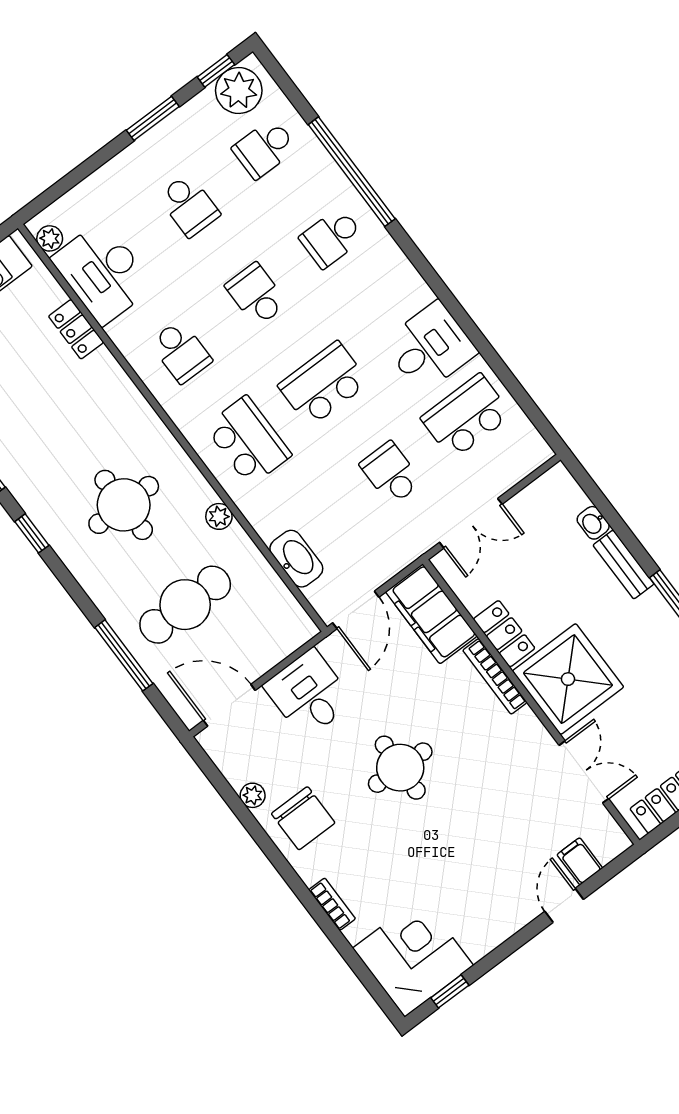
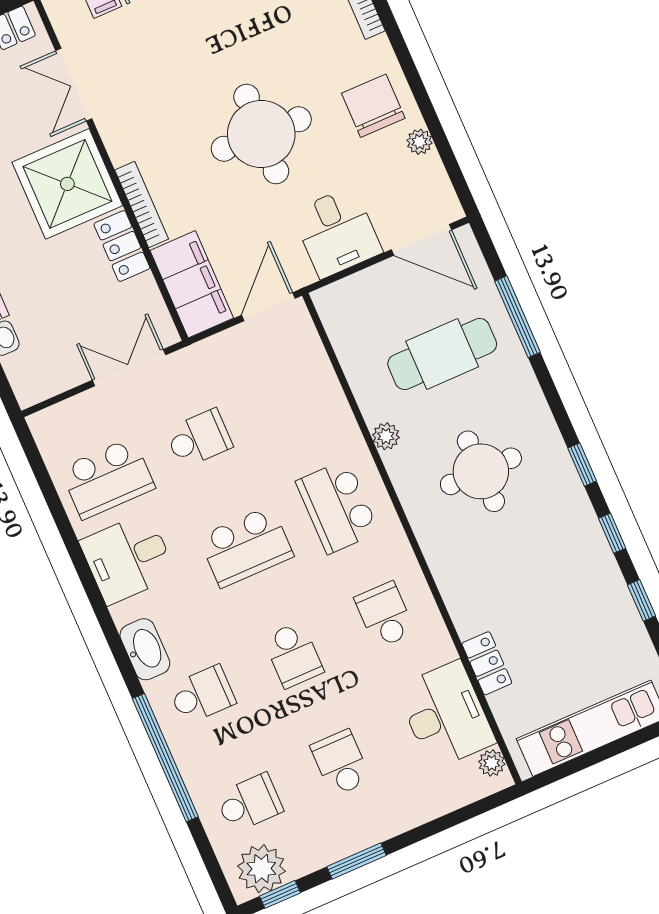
school desk: (391, 473) -> (199, 438), turned -90
washbasin: (296, 559) -> (145, 649), moved, turned 180
round table: (400, 768) -> (261, 134), width x1.36, depth x1.36

